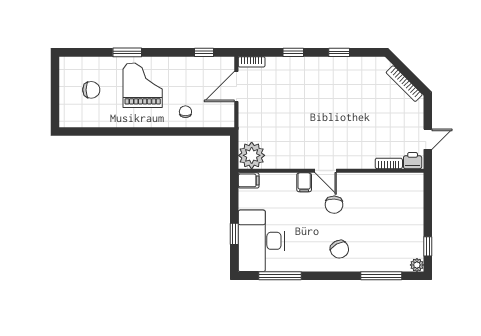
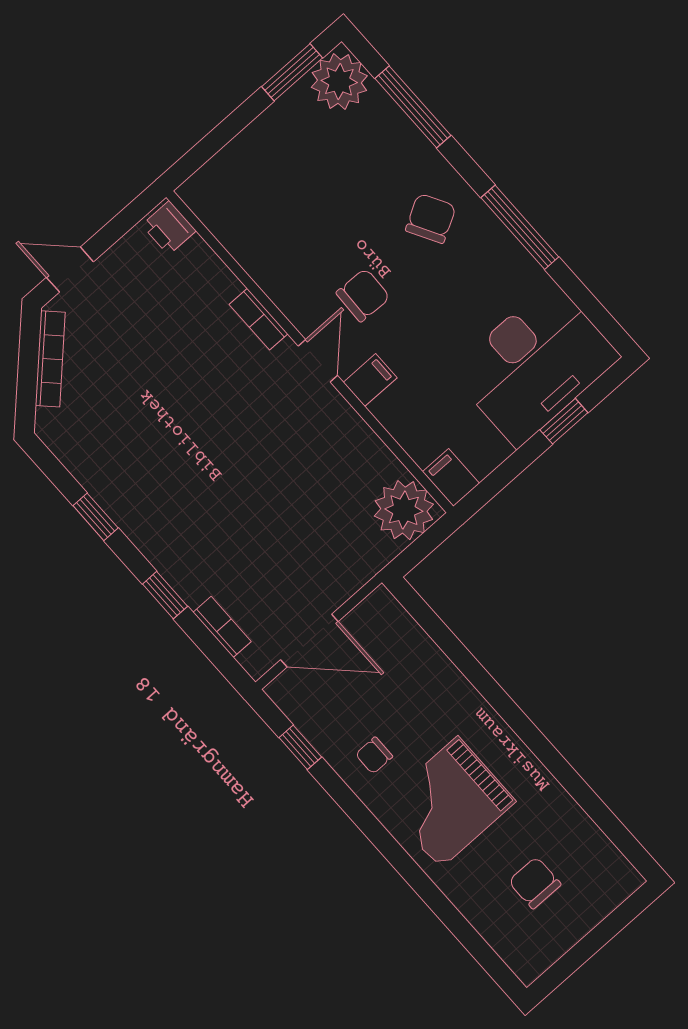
window: (127, 52) -> (416, 878), removed
bookcase: (252, 62) -> (222, 627), moved
chair: (185, 112) -> (374, 755), moved
door: (428, 139) -> (70, 270), moved
bookcase: (389, 163) -> (259, 319), moved
window: (428, 246) -> (292, 72), width x1.50
plant: (417, 265) -> (339, 81), width x1.88, depth x1.88
window: (280, 276) -> (520, 227), moved

